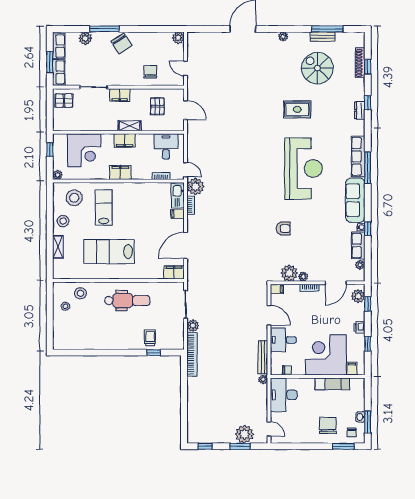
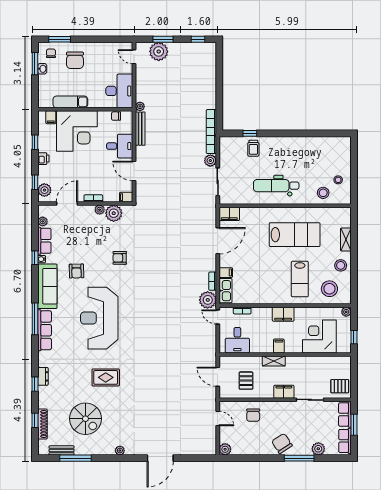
bench: (322, 37) -> (62, 450), moved
filing cabinet: (125, 141) -> (279, 346), width x0.50
armchair: (326, 215) -> (76, 271), added

